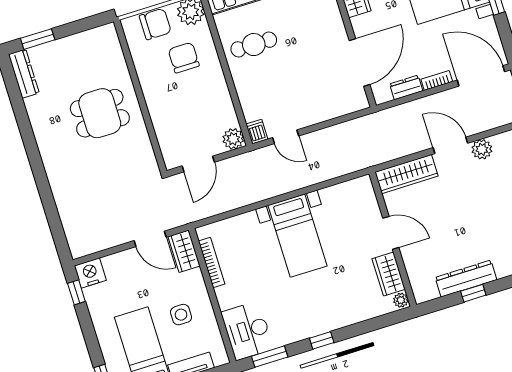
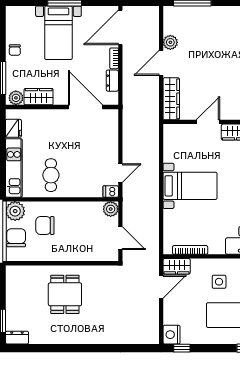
dresser: (24, 74) -> (17, 338), width x0.70

